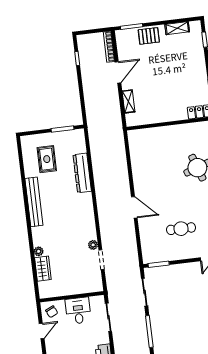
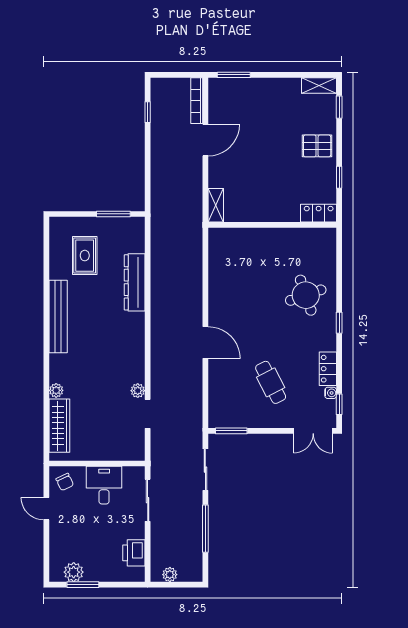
shelving: (177, 28) -> (319, 85), moved
pallet: (149, 36) -> (317, 146), moved
shelving: (128, 101) -> (216, 205), moved
cafe table: (181, 229) -> (271, 382), turned 63
wardrobe: (43, 269) -> (59, 426), width x1.50
door: (42, 331) -> (46, 509), swing flipped

